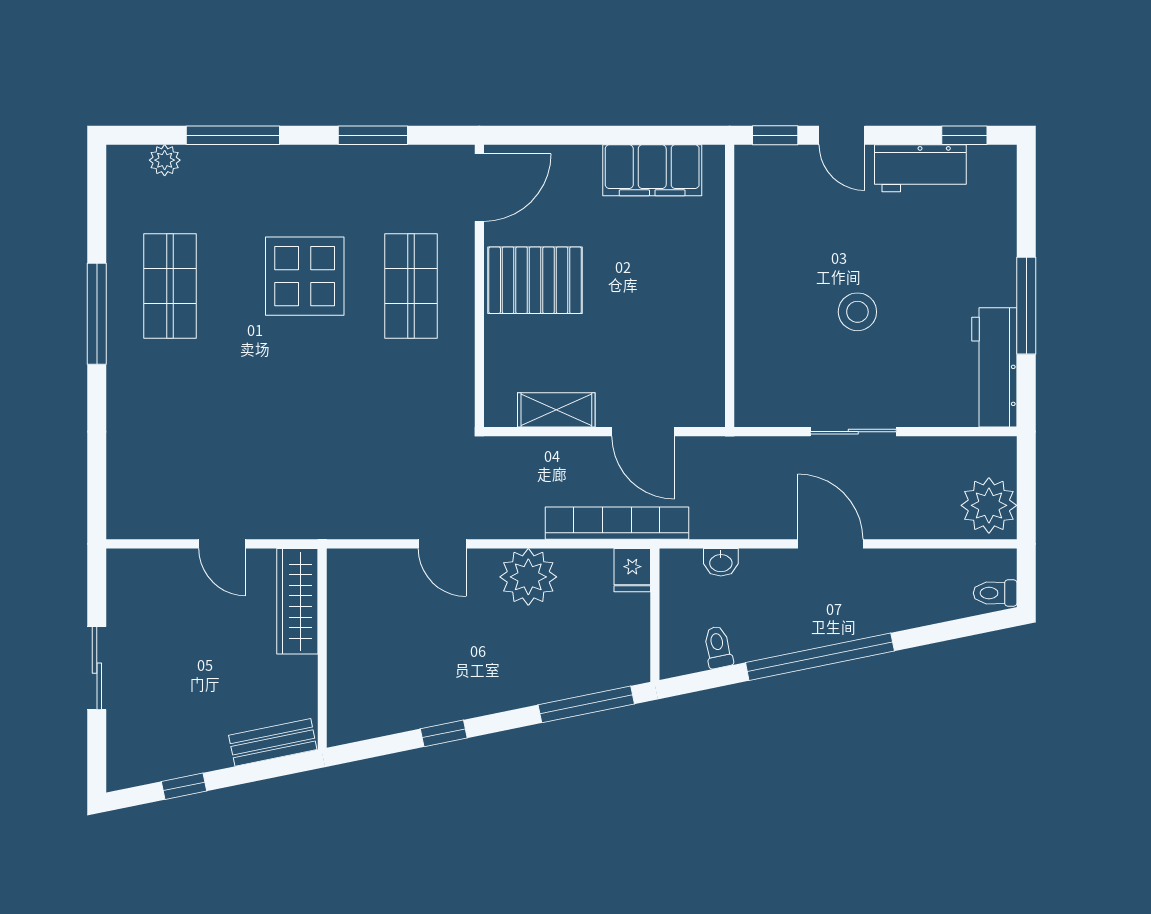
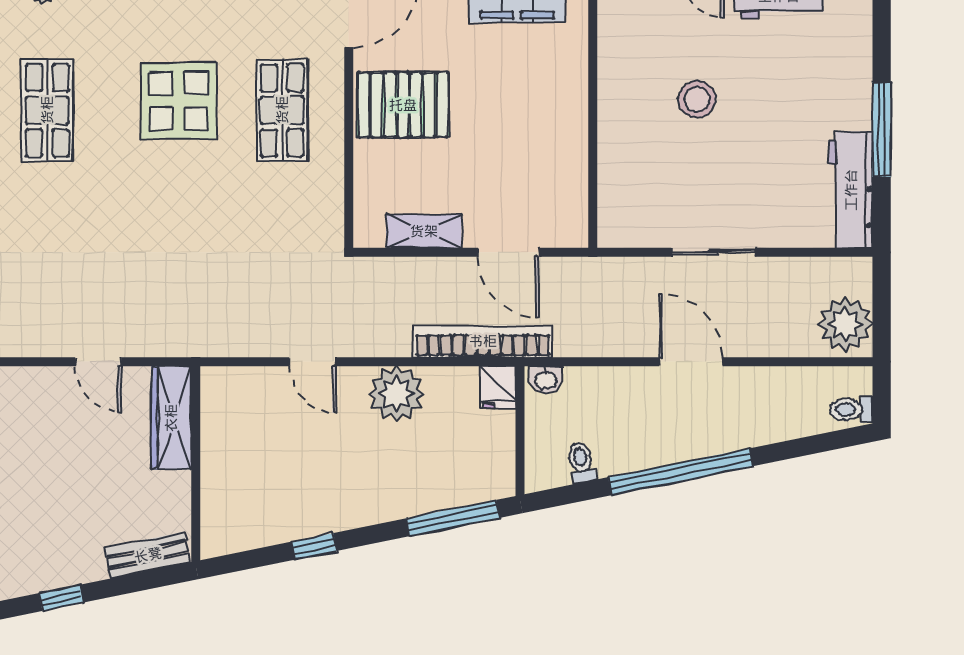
stool: (857, 312) -> (697, 99), moved
washbasin: (721, 562) -> (546, 380), moved

